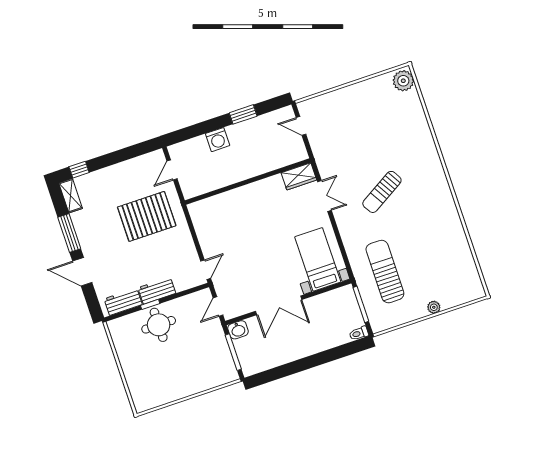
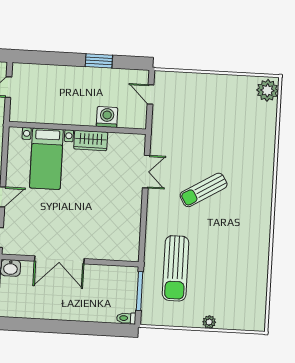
washing machine: (218, 140) -> (107, 117), moved, turned 180
wardrobe: (299, 176) -> (91, 141), moved
bed with nightstands: (318, 259) -> (46, 159), moved, turned 180
sun lounger: (385, 272) -> (176, 268), turned 180

